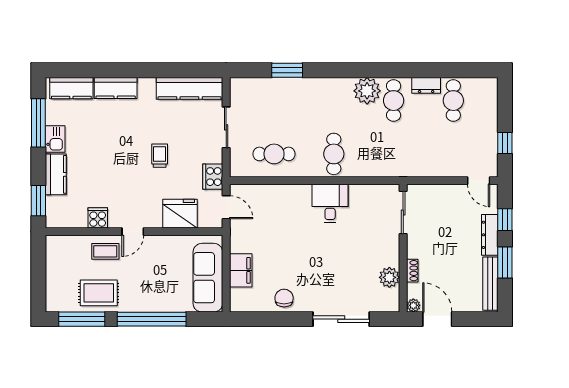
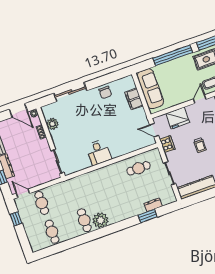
dresser: (426, 85) -> (153, 205), moved
cafe table: (334, 154) -> (42, 203), moved

